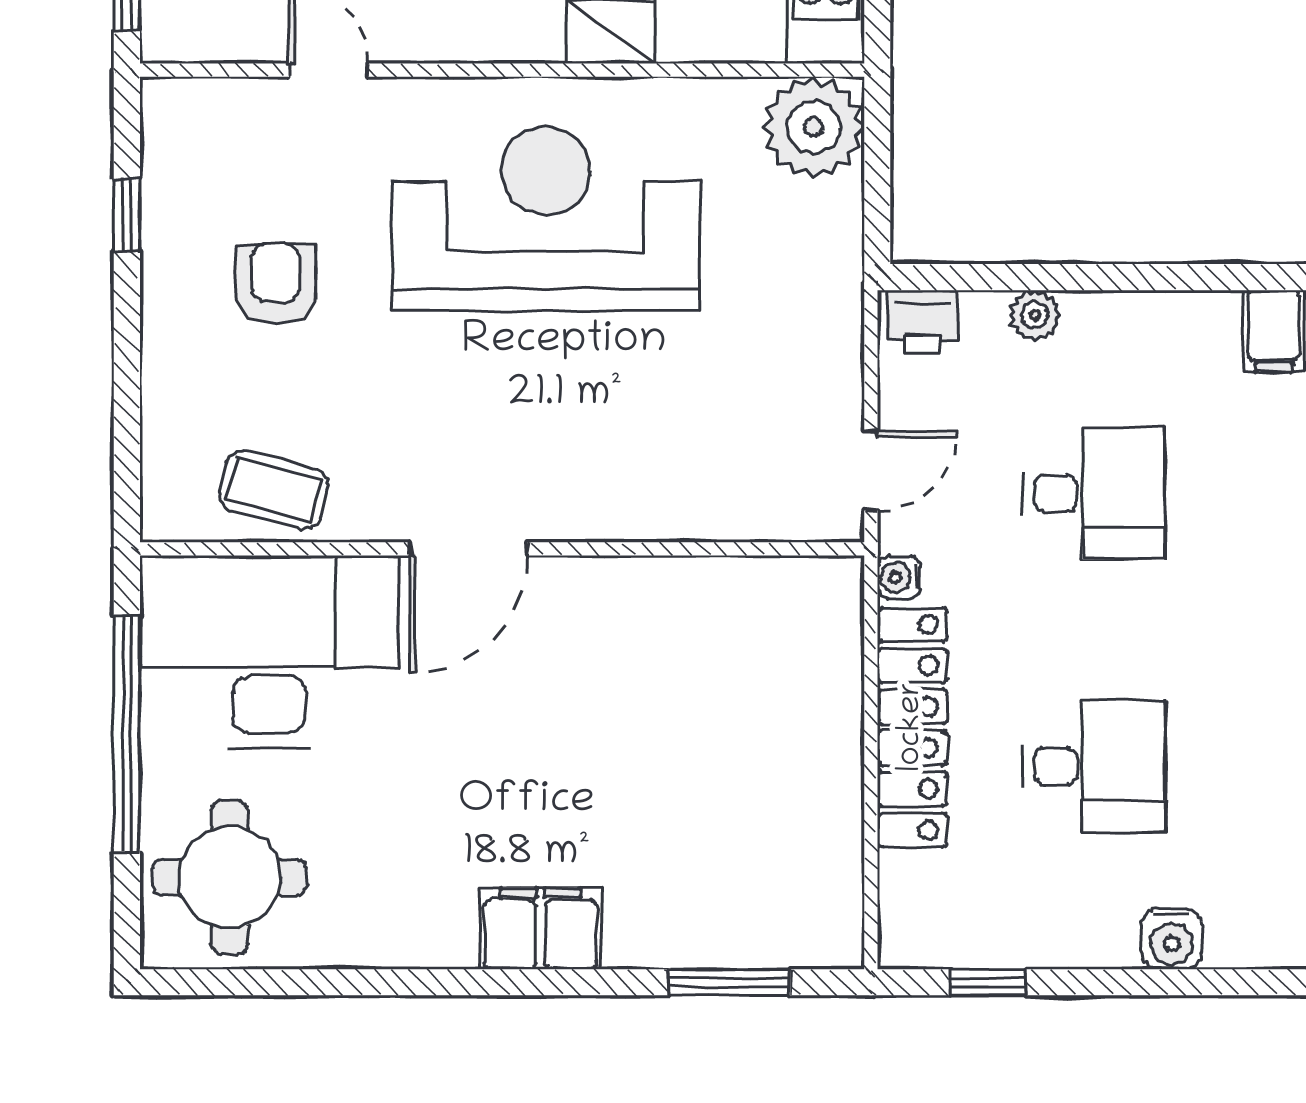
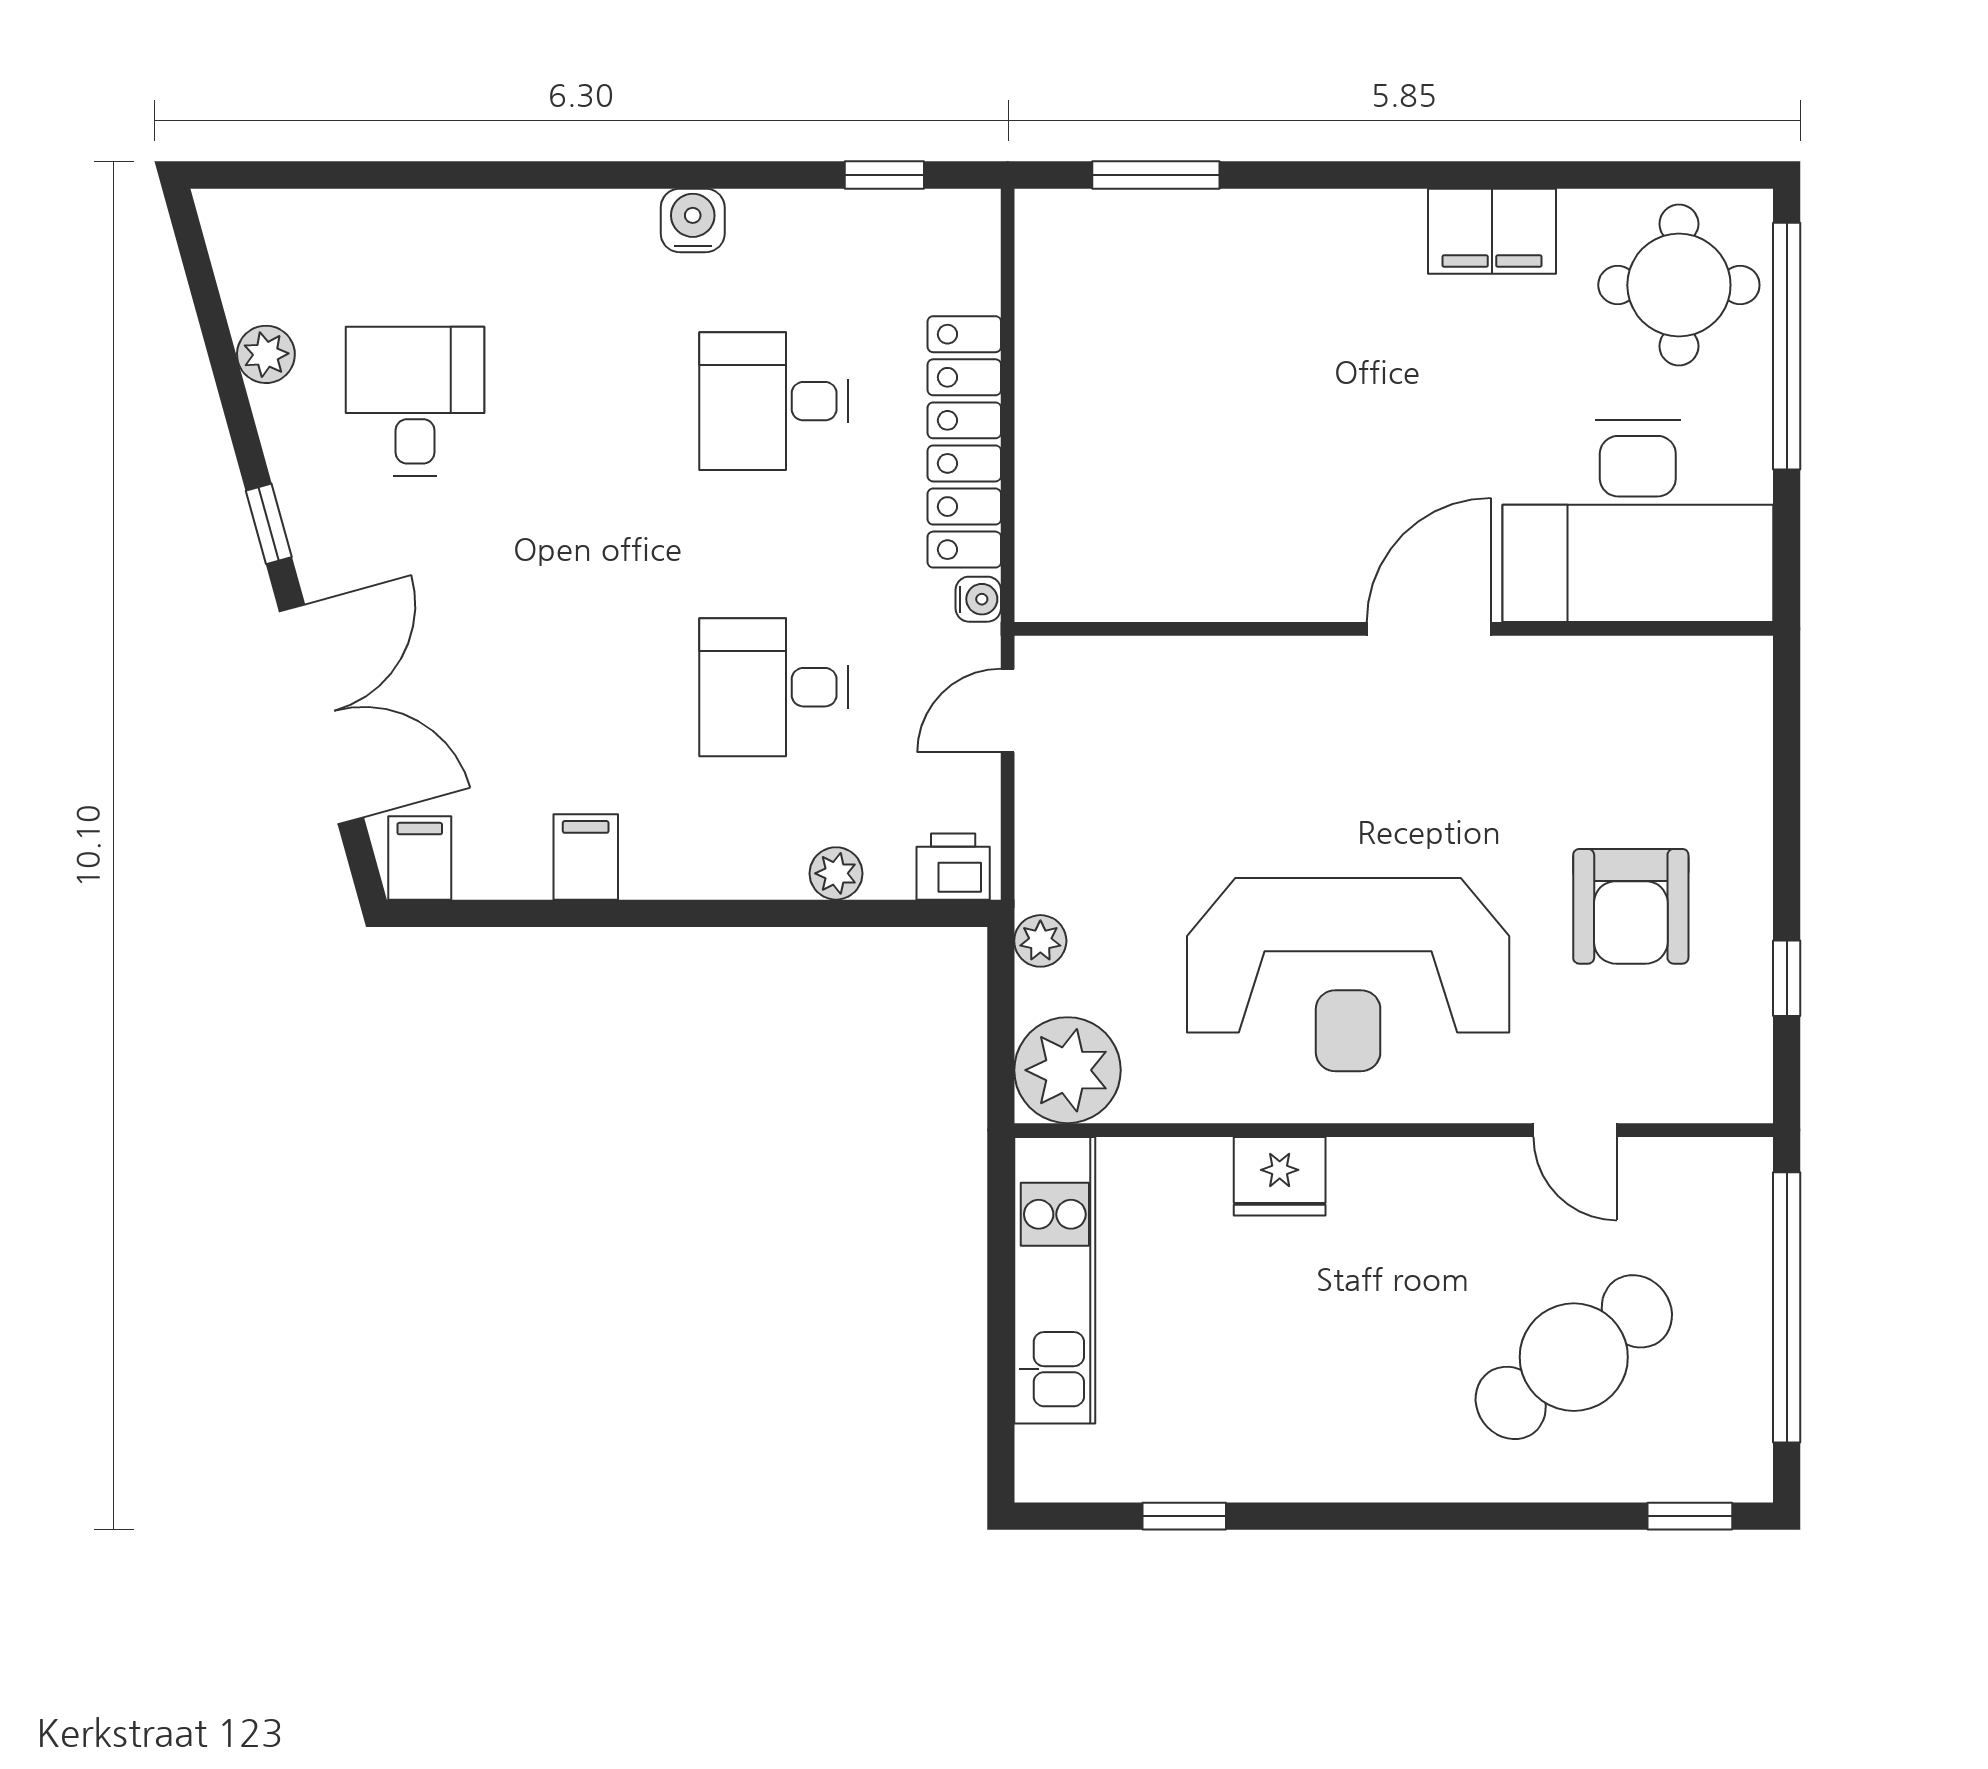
plant: (840, 251) -> (1040, 941), added
armchair: (276, 284) -> (1631, 906), width x1.38, depth x1.38
coffee table: (274, 490) -> (1633, 690), removed
window: (127, 734) -> (1787, 346), moved
filing cabinet: (540, 929) -> (1492, 231), moved

